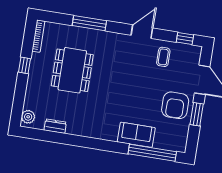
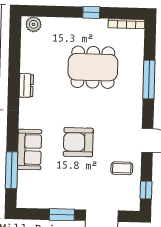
armchair: (175, 105) -> (78, 142), moved
dresser: (55, 126) -> (26, 85), moved
window: (152, 153) -> (12, 170), width x0.68

